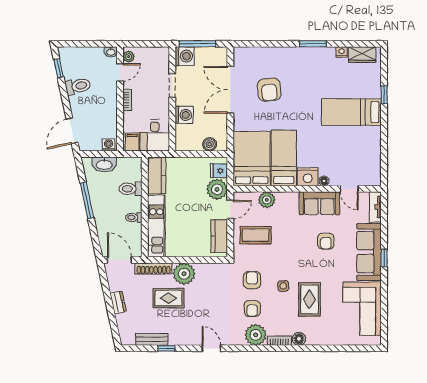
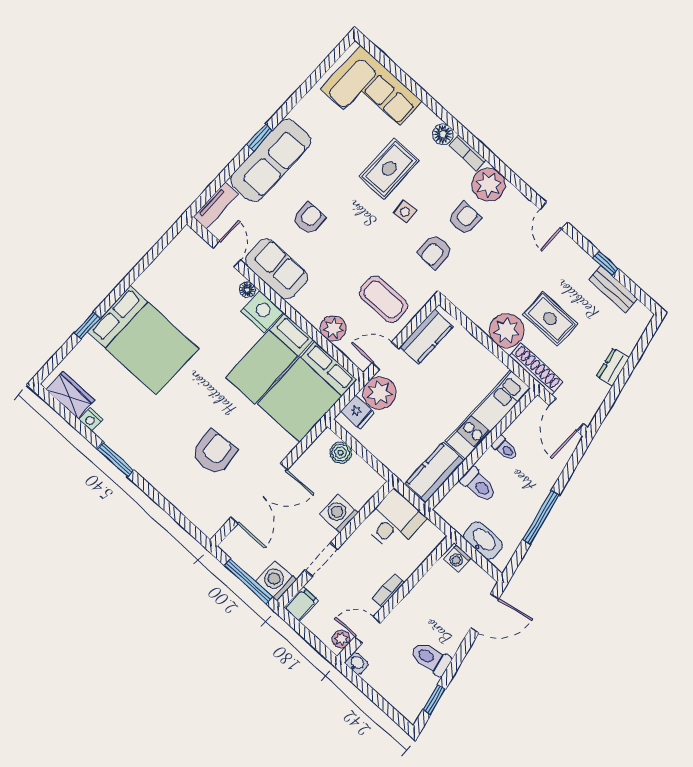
bed: (351, 112) -> (143, 340), width x1.50
filing cabinet: (132, 142) -> (301, 604), moved, turned 180
corner sofa: (362, 309) -> (371, 95), moved, turned 90

